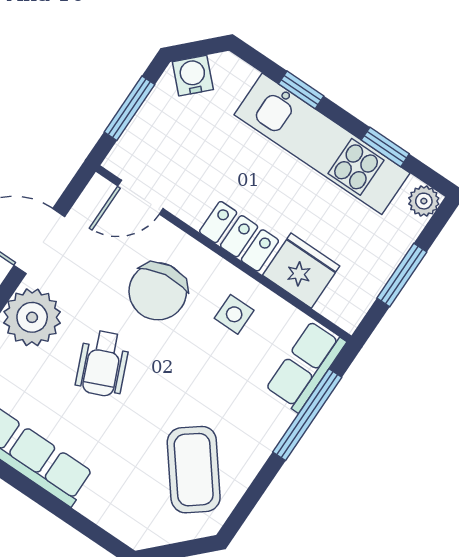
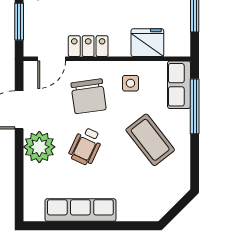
locker: (239, 236) -> (88, 46), moved
wheelchair: (103, 363) -> (86, 146), turned 48
coffee table: (194, 470) -> (150, 140), moved

